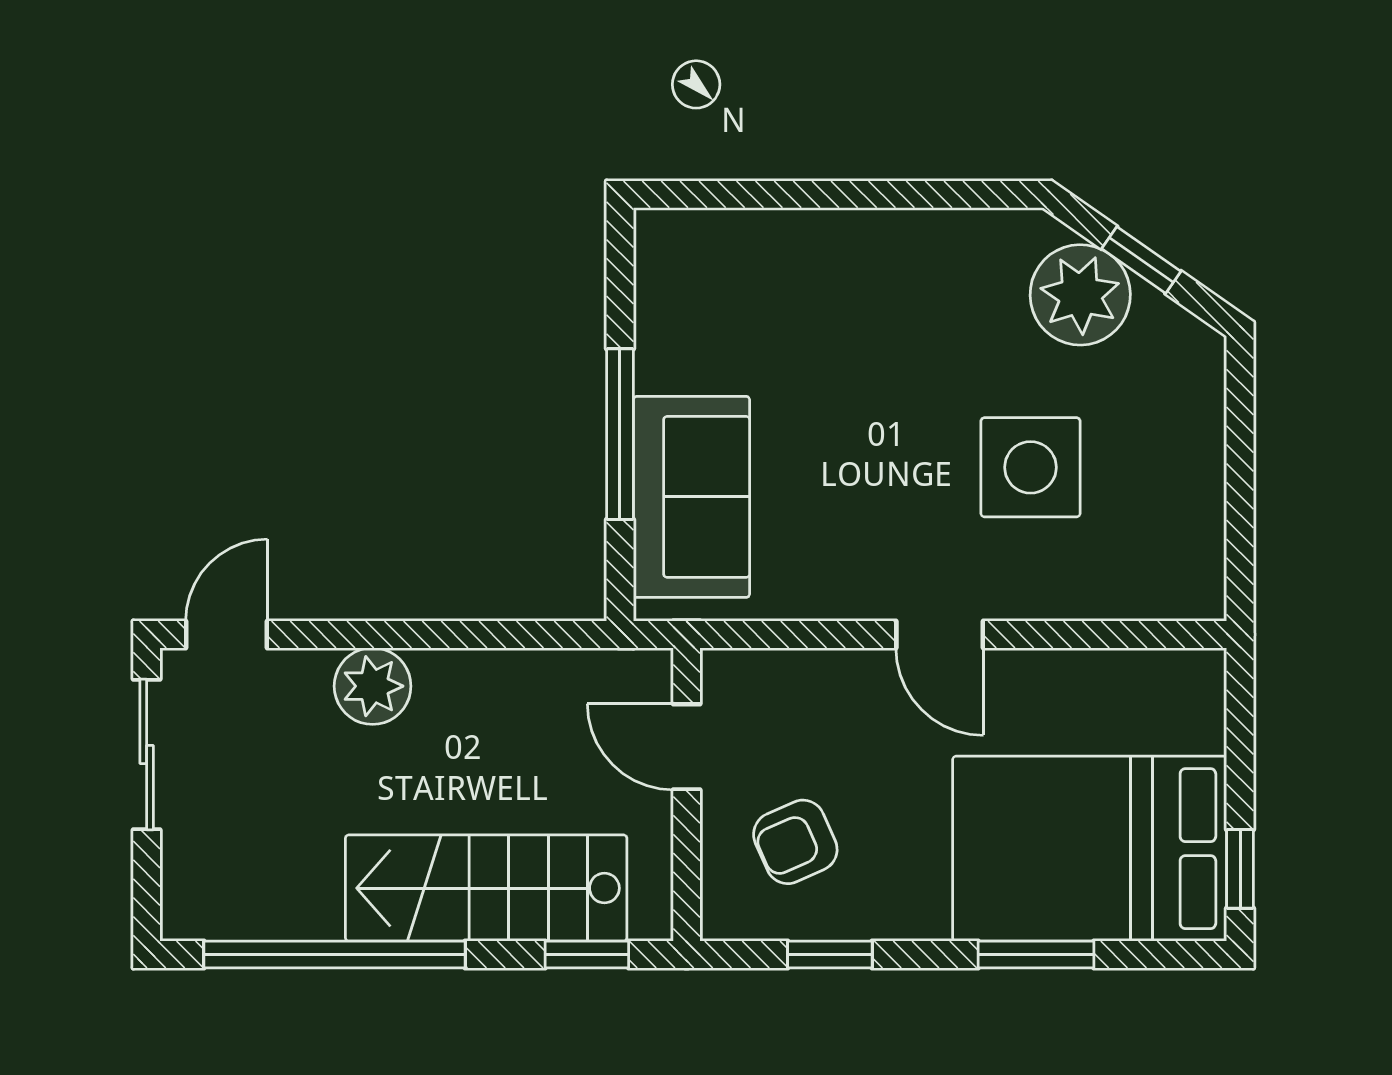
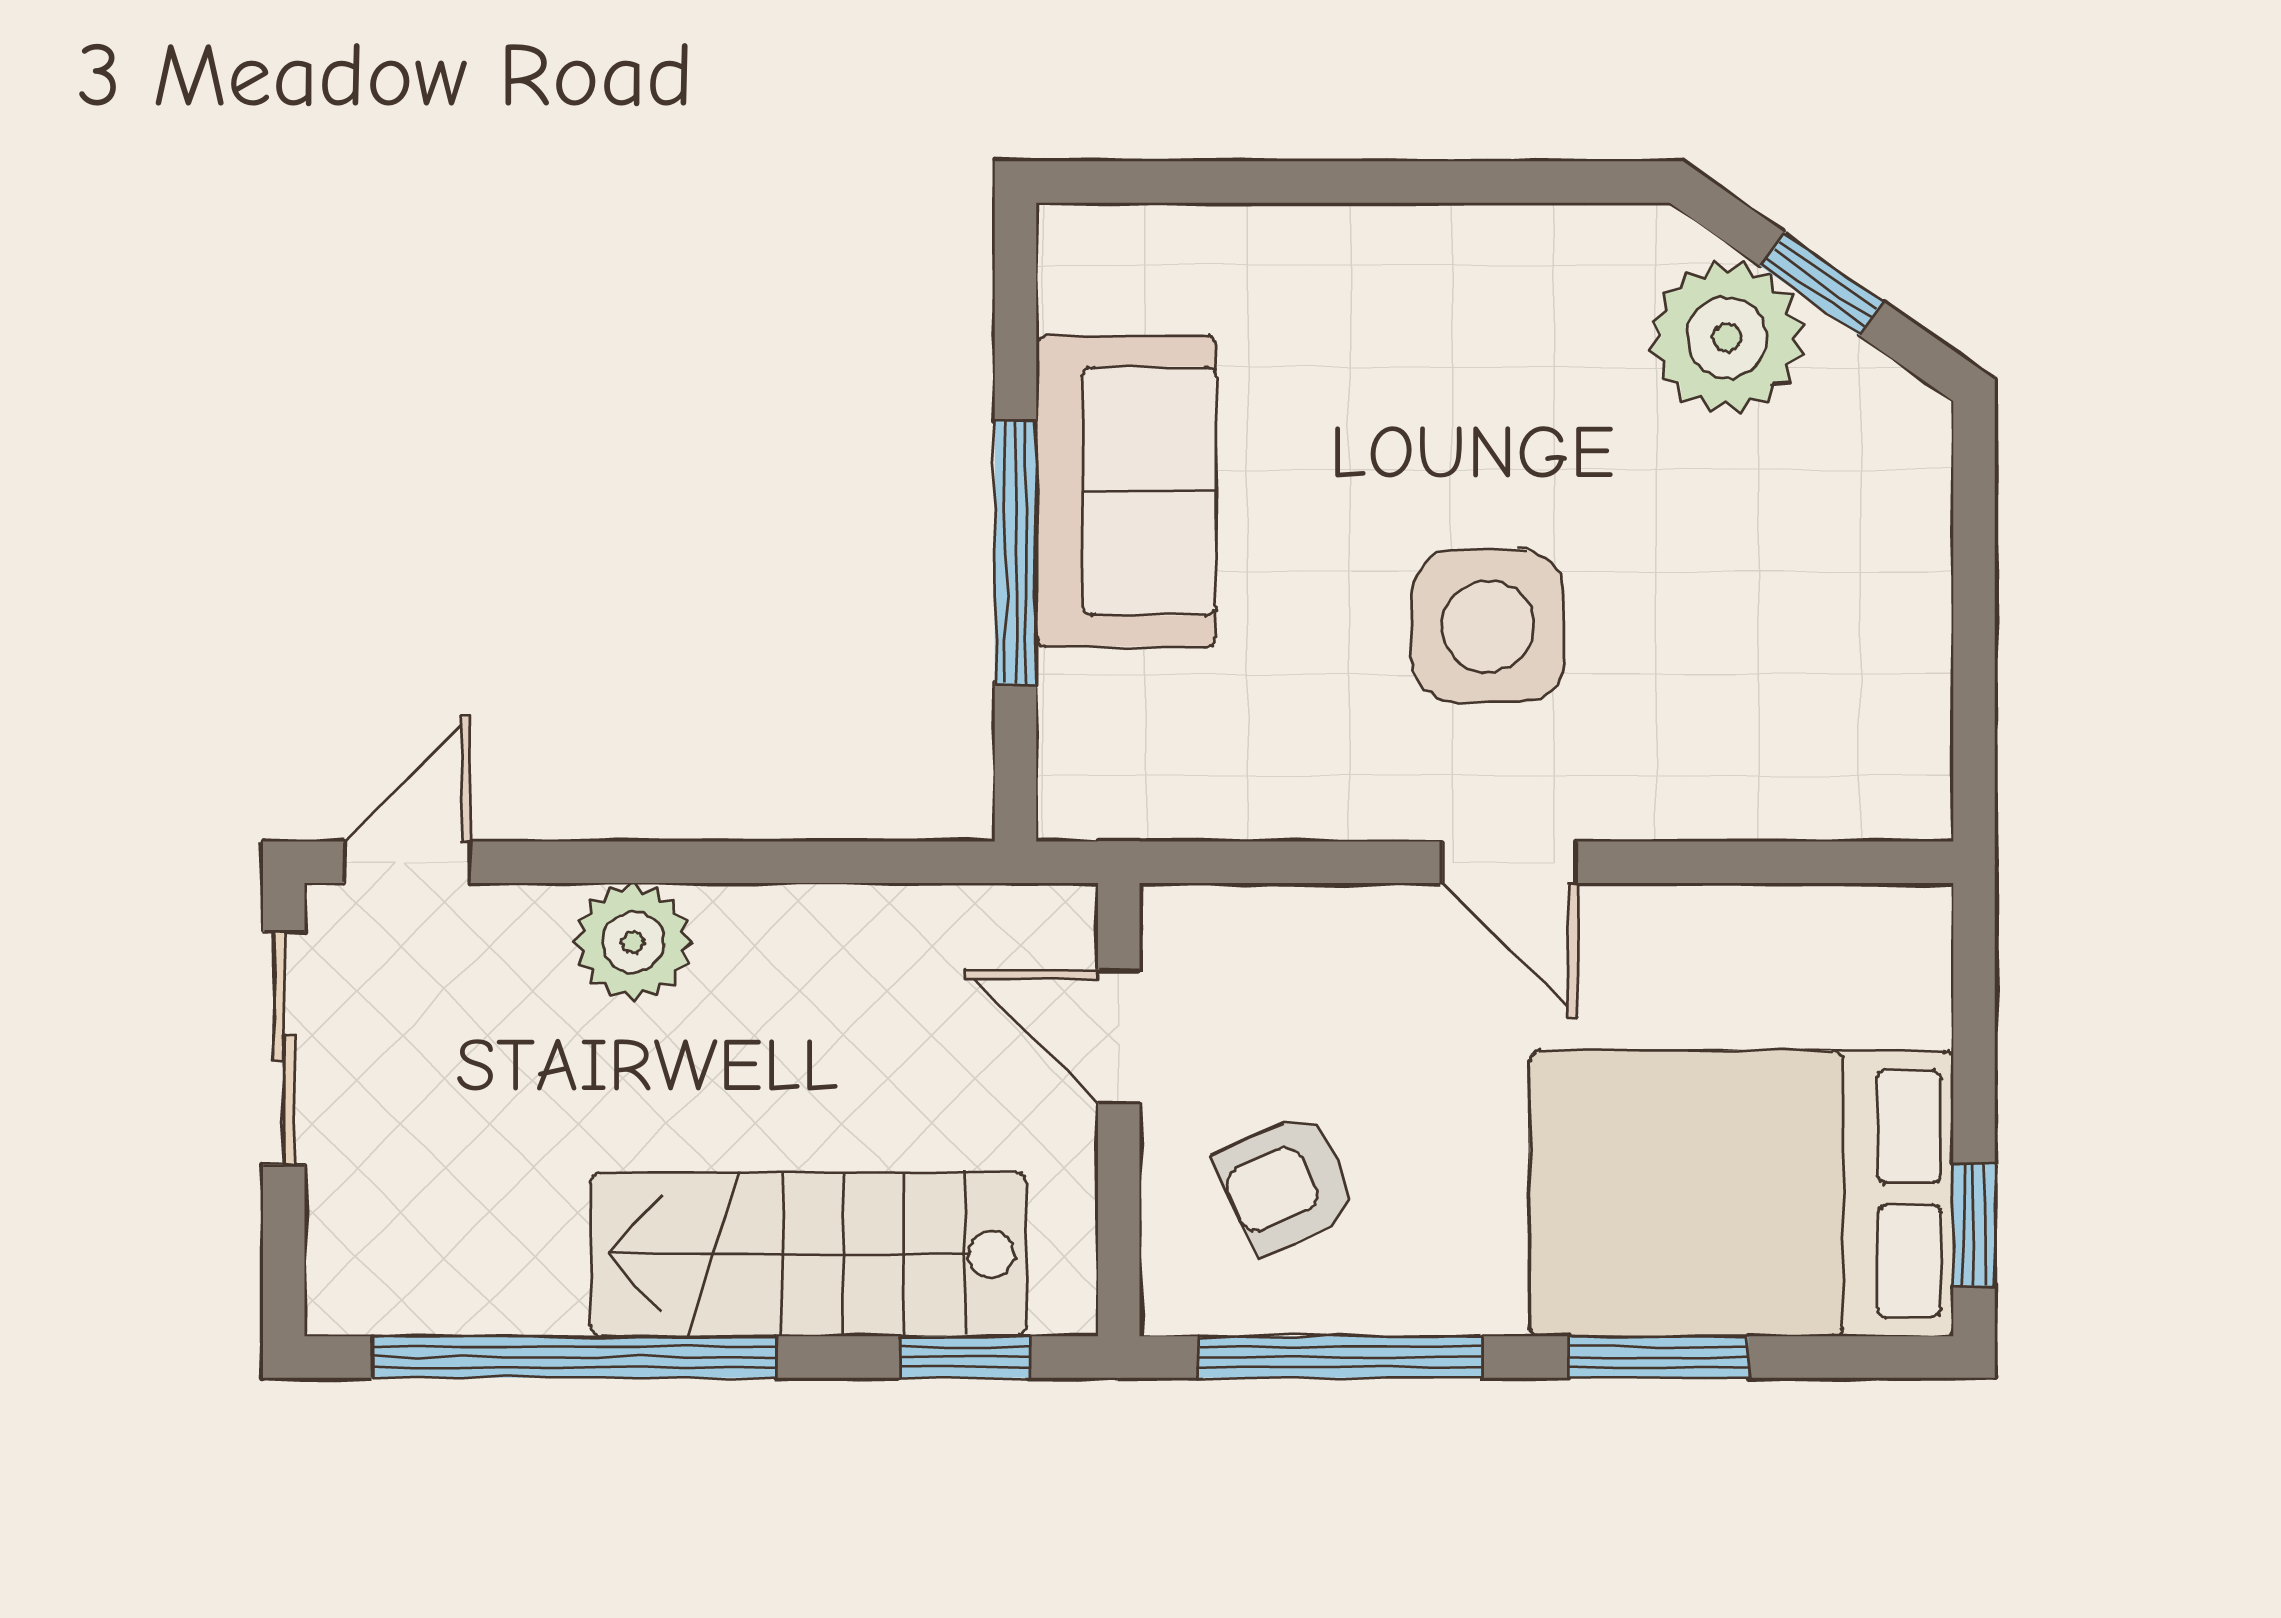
side table: (1030, 467) -> (1488, 626), moved
sofa: (691, 497) -> (1126, 491), moved
window: (830, 954) -> (1340, 1357), width x2.17

